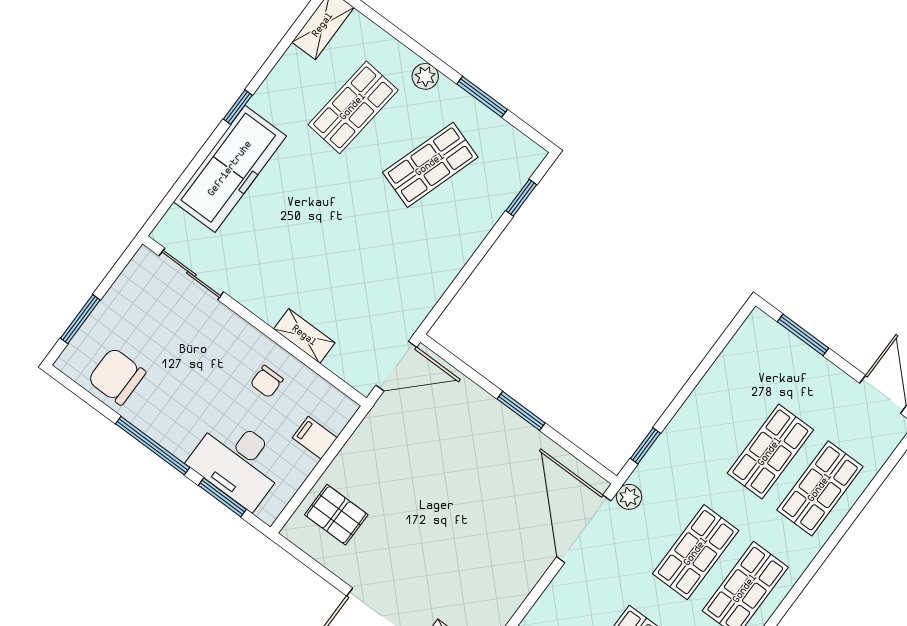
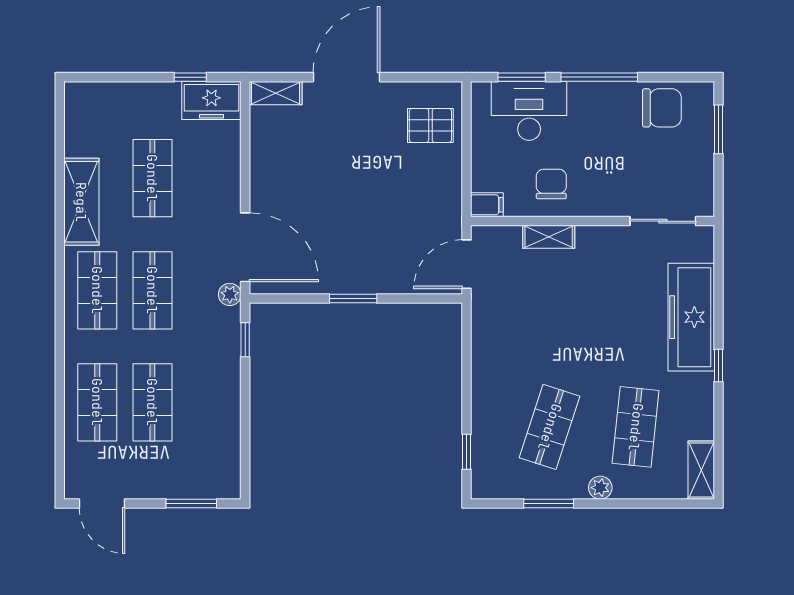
chair: (267, 382) -> (551, 184), width x1.37, depth x1.37
filing cabinet: (315, 438) -> (487, 205), moved

